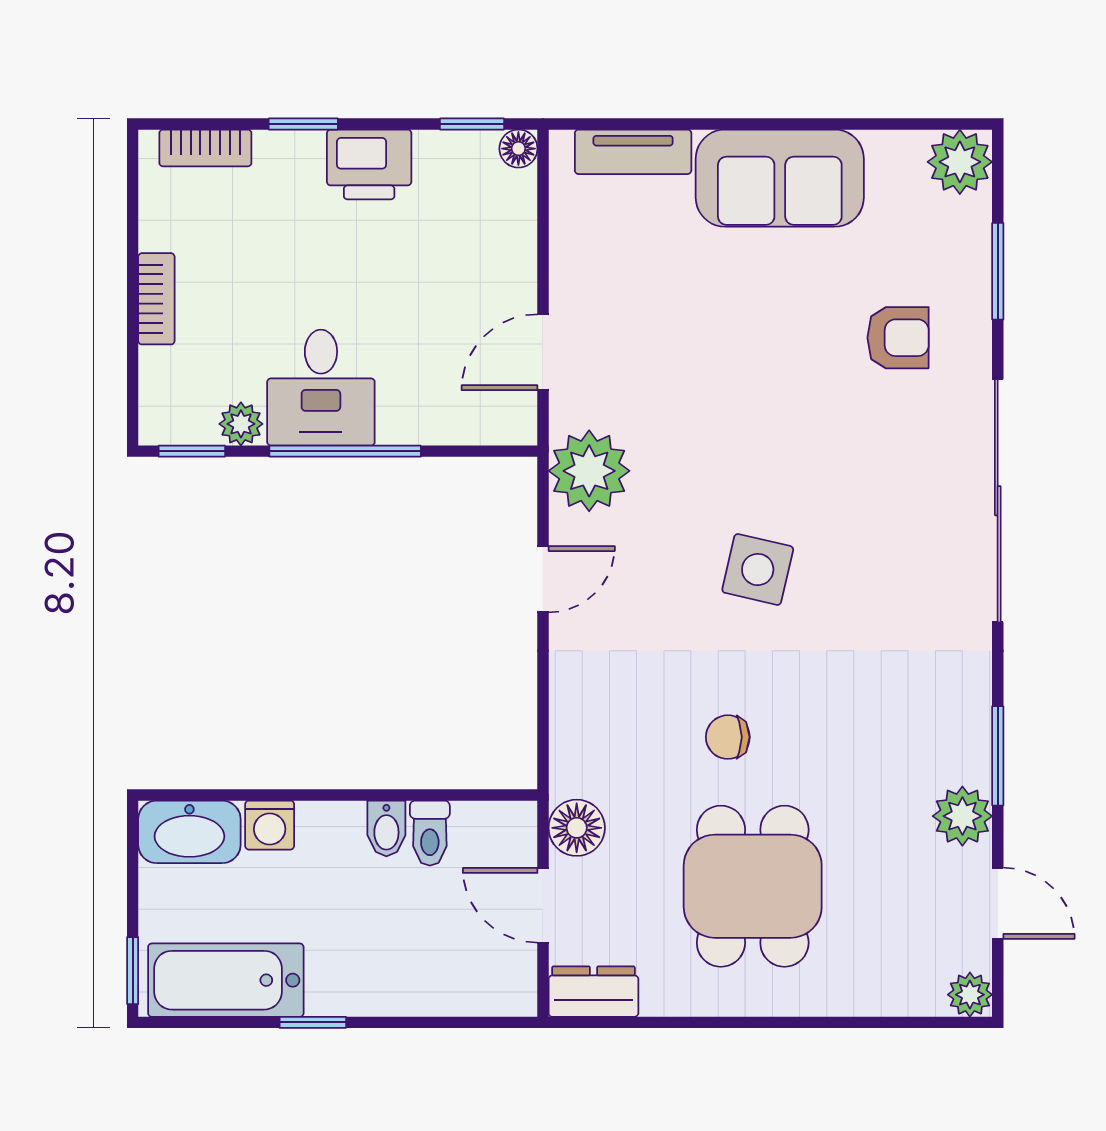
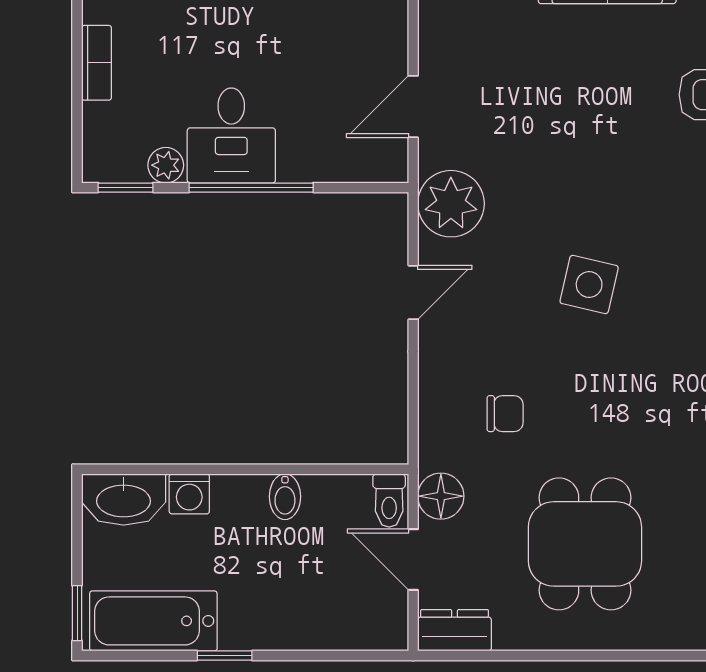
chair: (728, 737) -> (505, 414), moved, turned 180
toilet: (430, 833) -> (389, 500), moved

